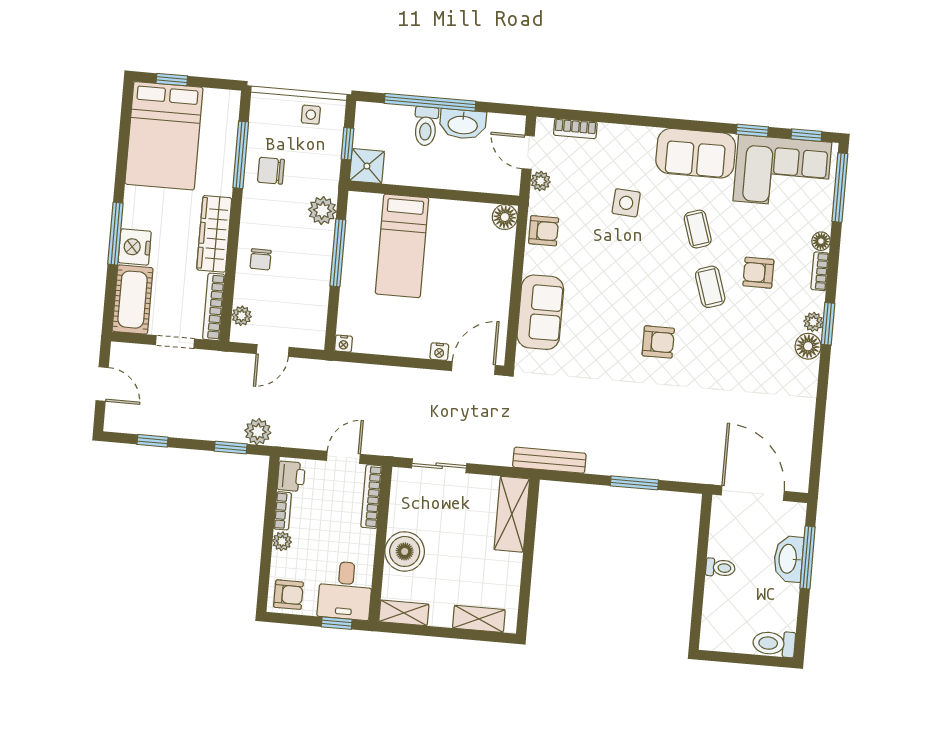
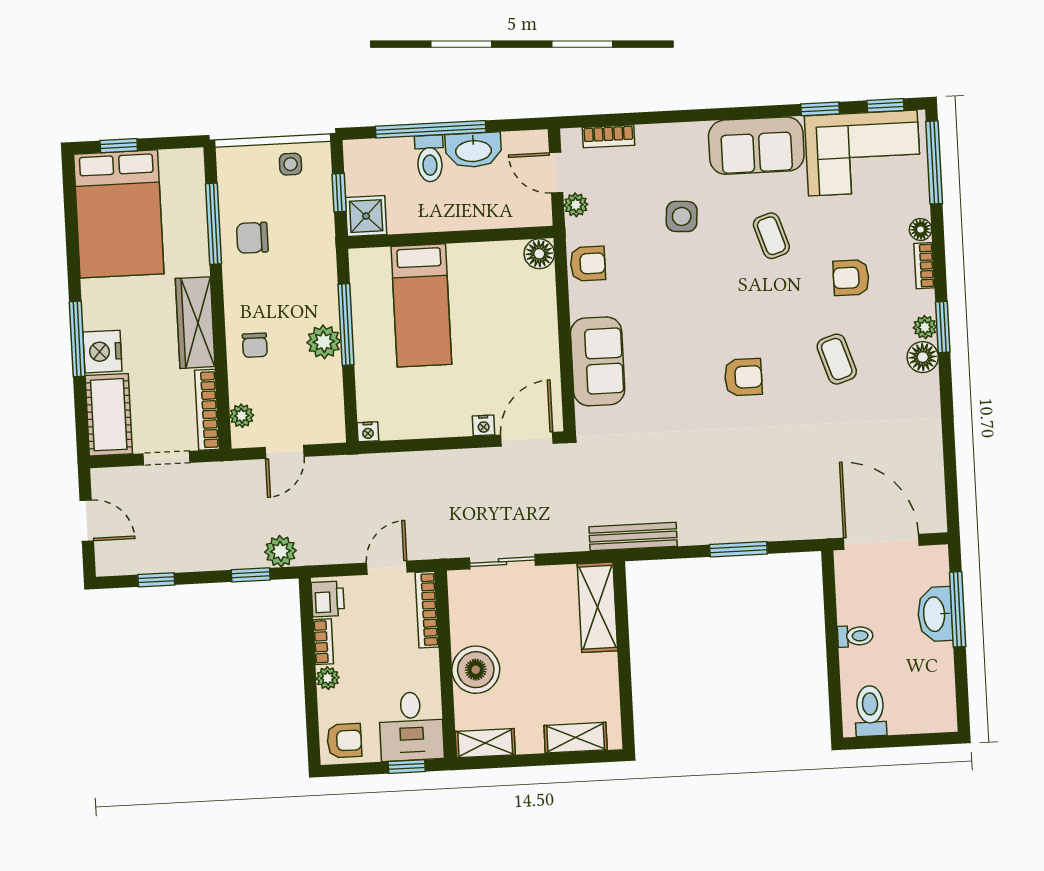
plant: (322, 210) -> (324, 342), moved
coffee table: (710, 287) -> (837, 359), moved
toilet: (774, 644) -> (870, 711), moved, turned 90

